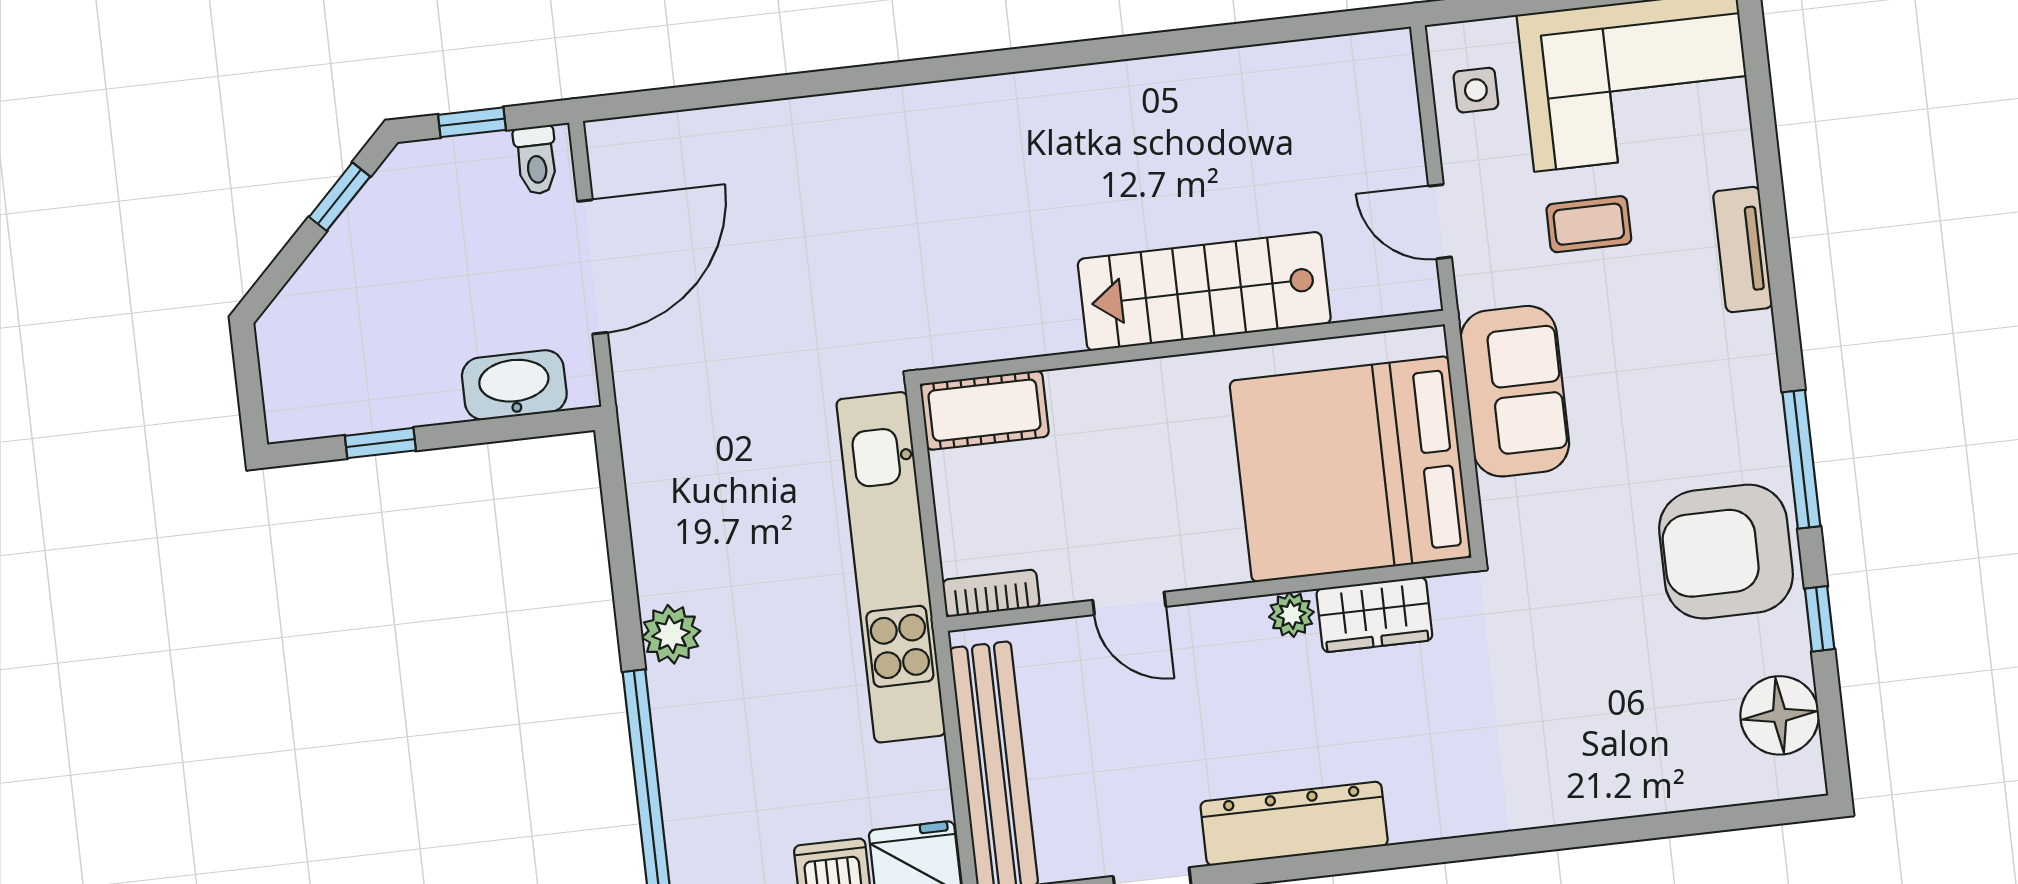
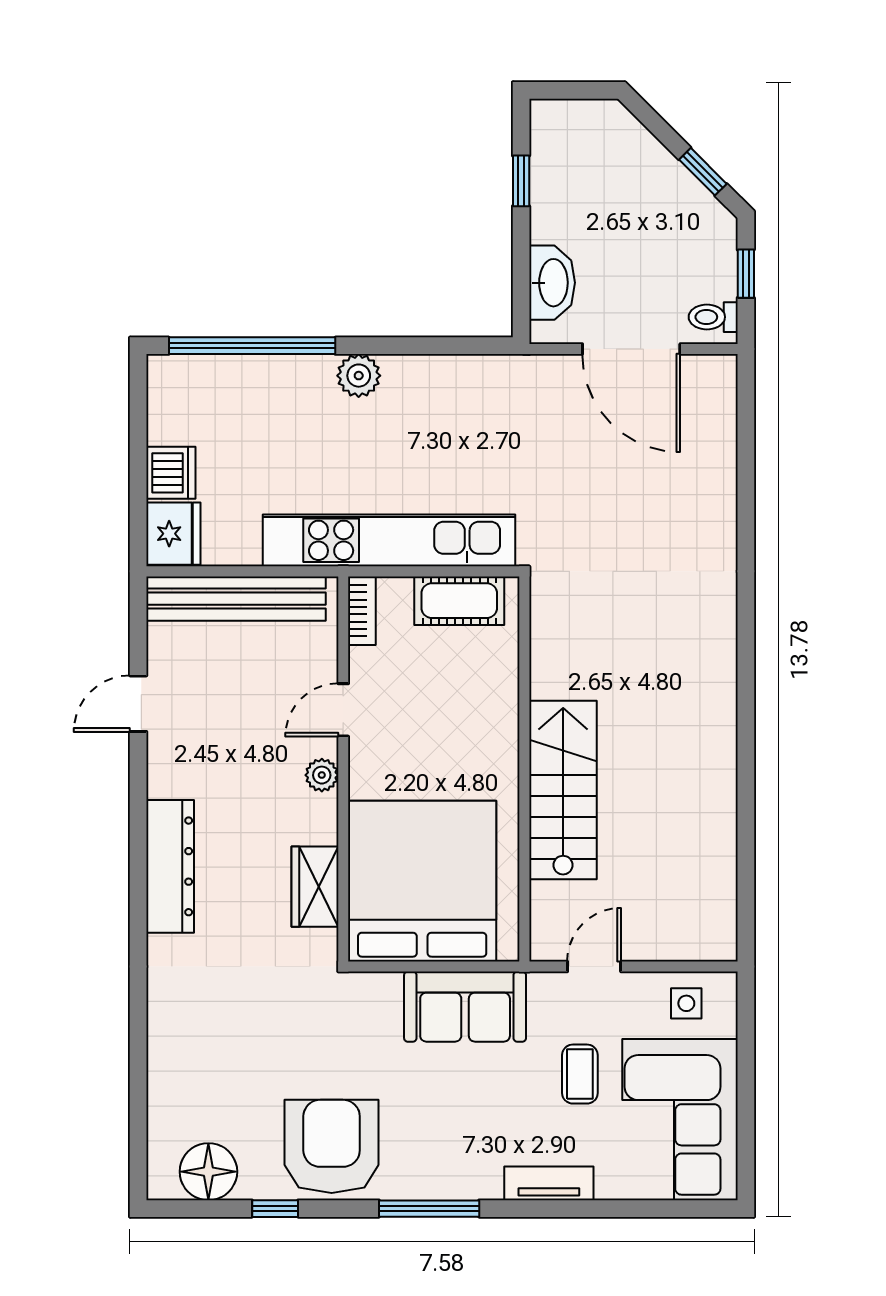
cot: (985, 410) -> (459, 601), moved, turned 90
window: (1801, 459) -> (429, 1209), moved
plant: (1291, 615) -> (322, 775), moved
dresser: (1294, 824) -> (170, 866), moved

